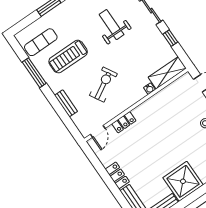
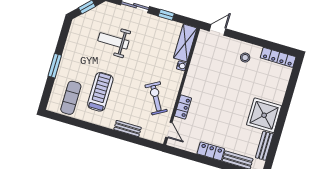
treadmill: (68, 57) -> (100, 92), turned 180
window: (34, 73) -> (85, 125), removed
exercise bike: (103, 84) -> (156, 98), moved

